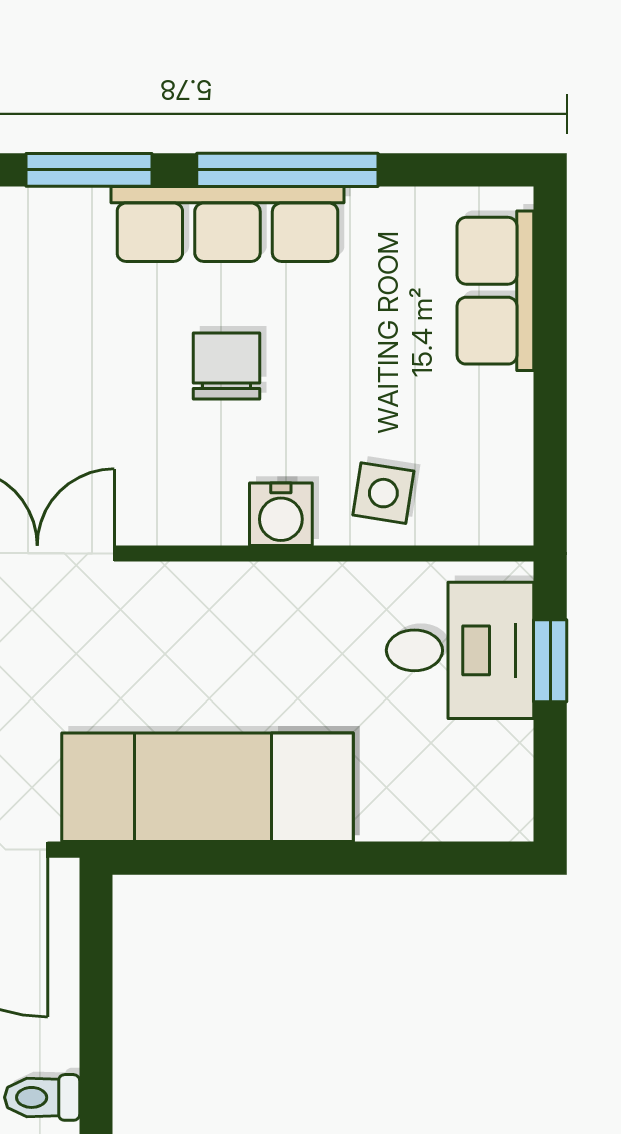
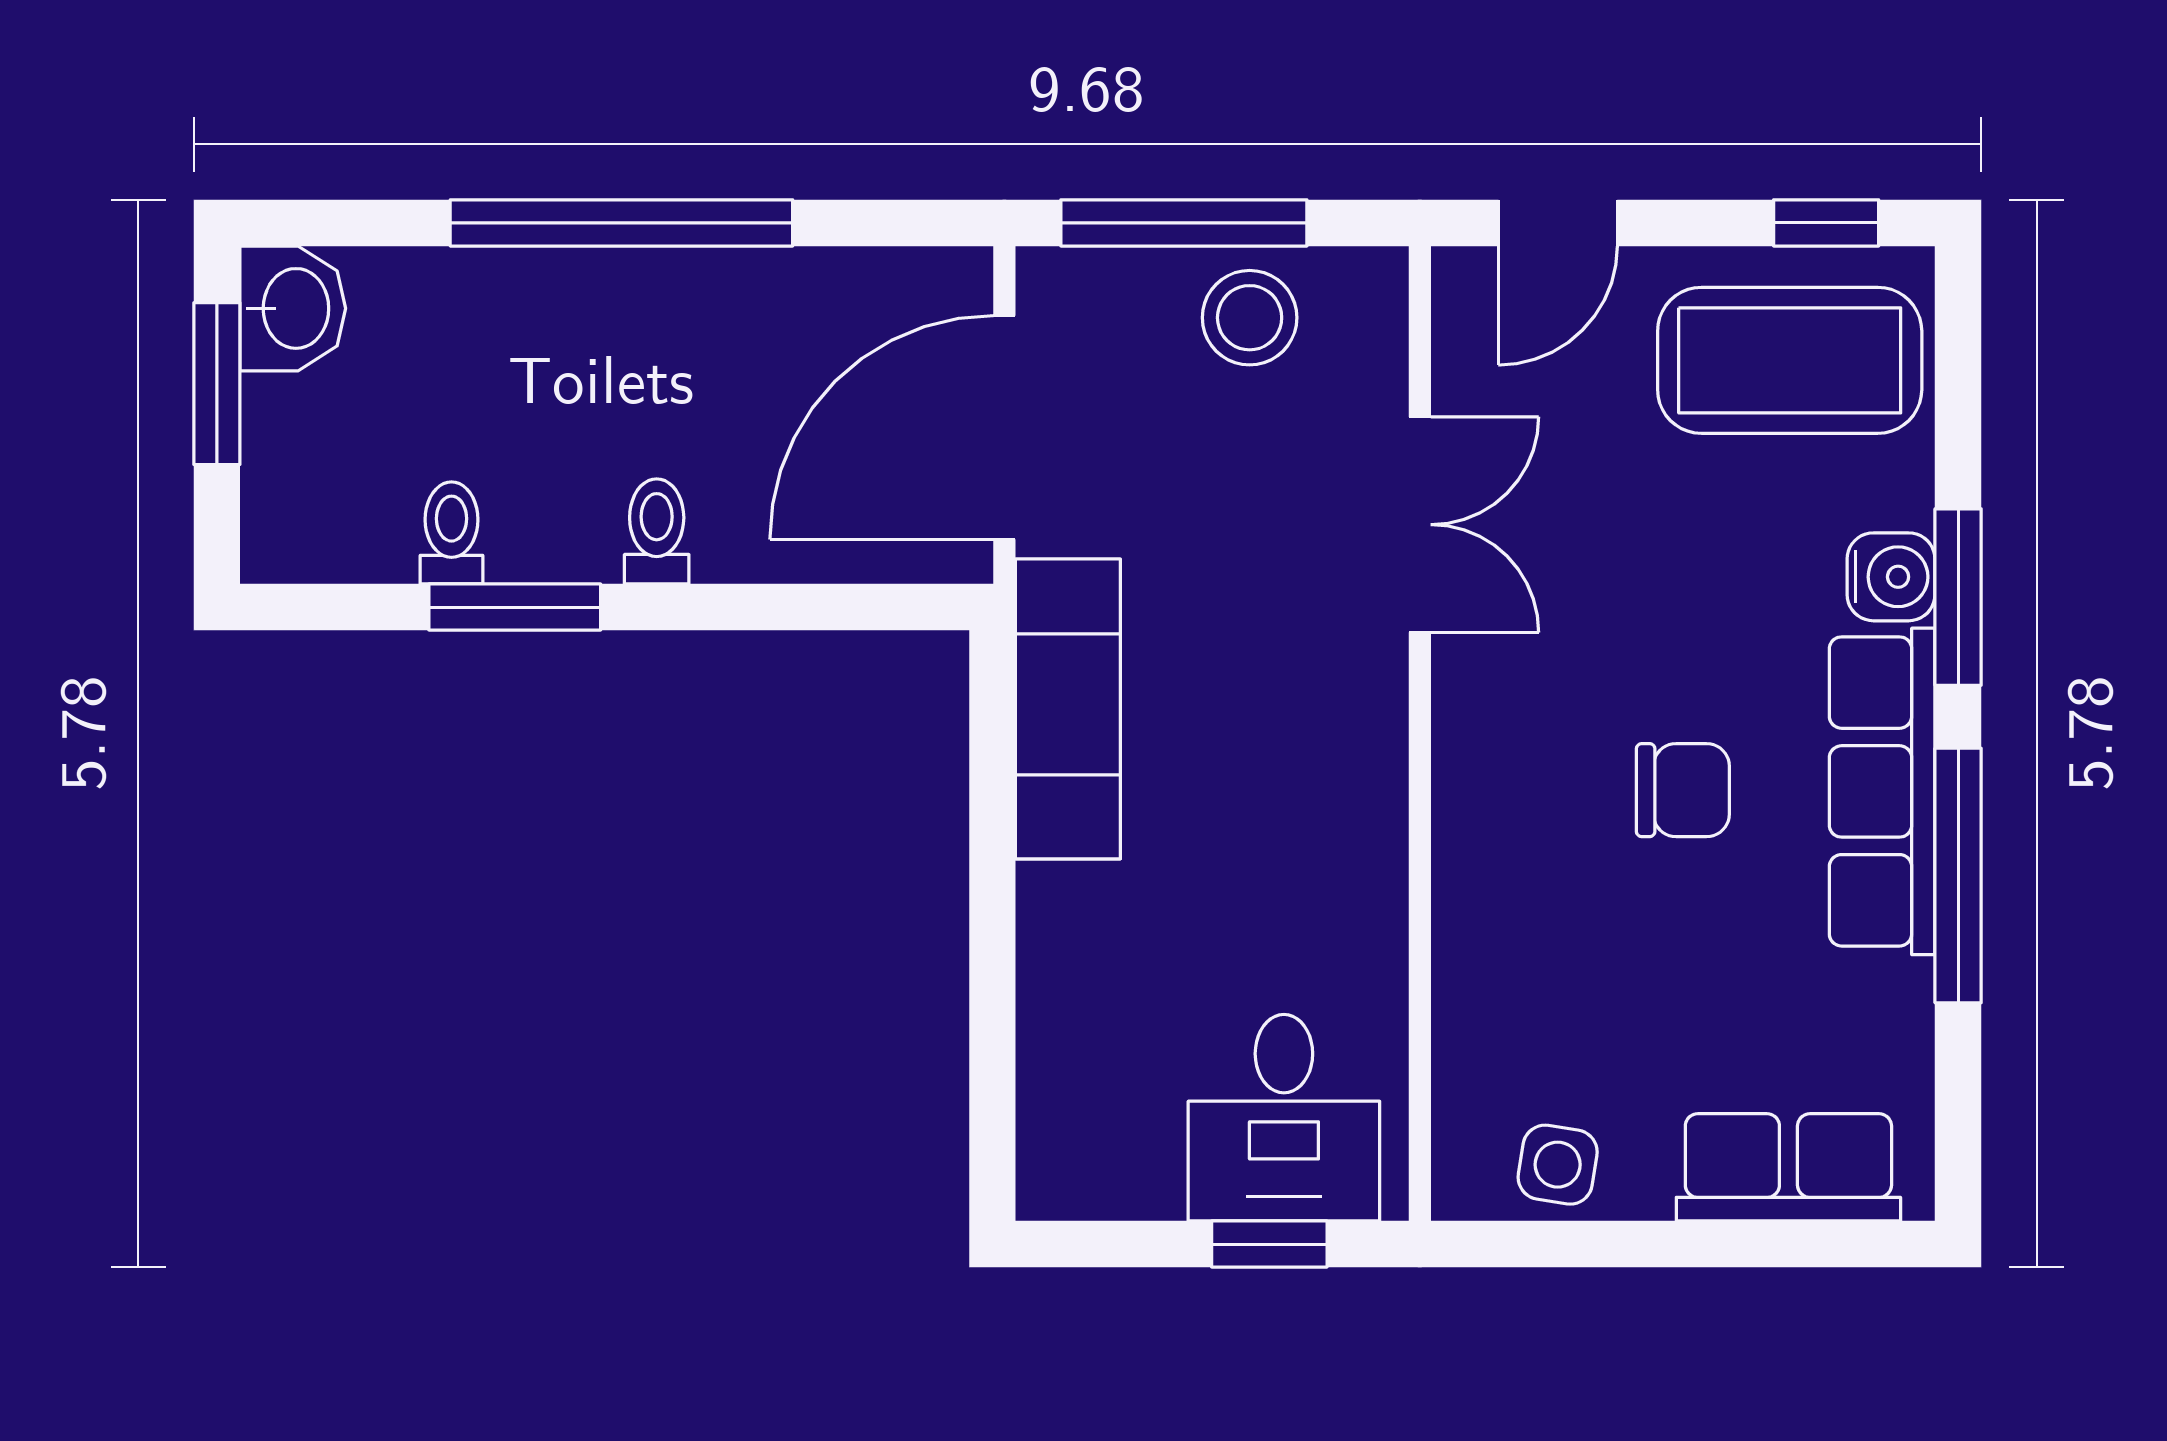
side table: (383, 493) -> (1558, 1165), moved
water cooler: (281, 514) -> (1891, 577), moved, turned 180
exam couch: (207, 787) -> (1068, 709), width x0.73, depth x0.69

